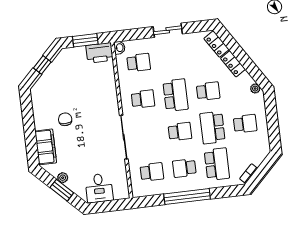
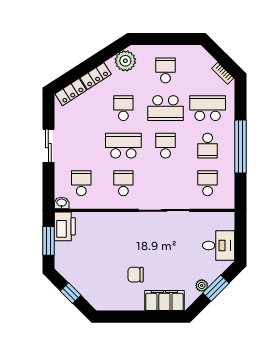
plant: (255, 89) -> (125, 61), width x1.87, depth x1.87

